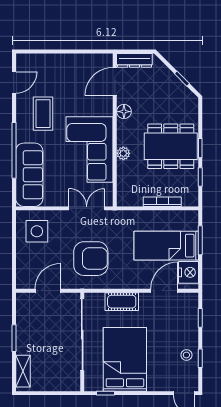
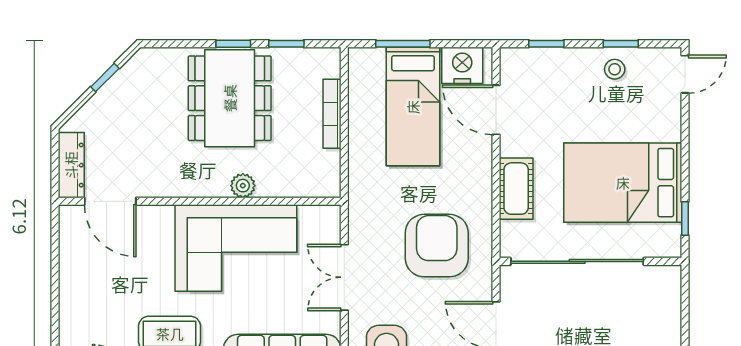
floor lamp: (124, 112) -> (166, 184), removed
double door: (87, 208) -> (344, 277), moved

